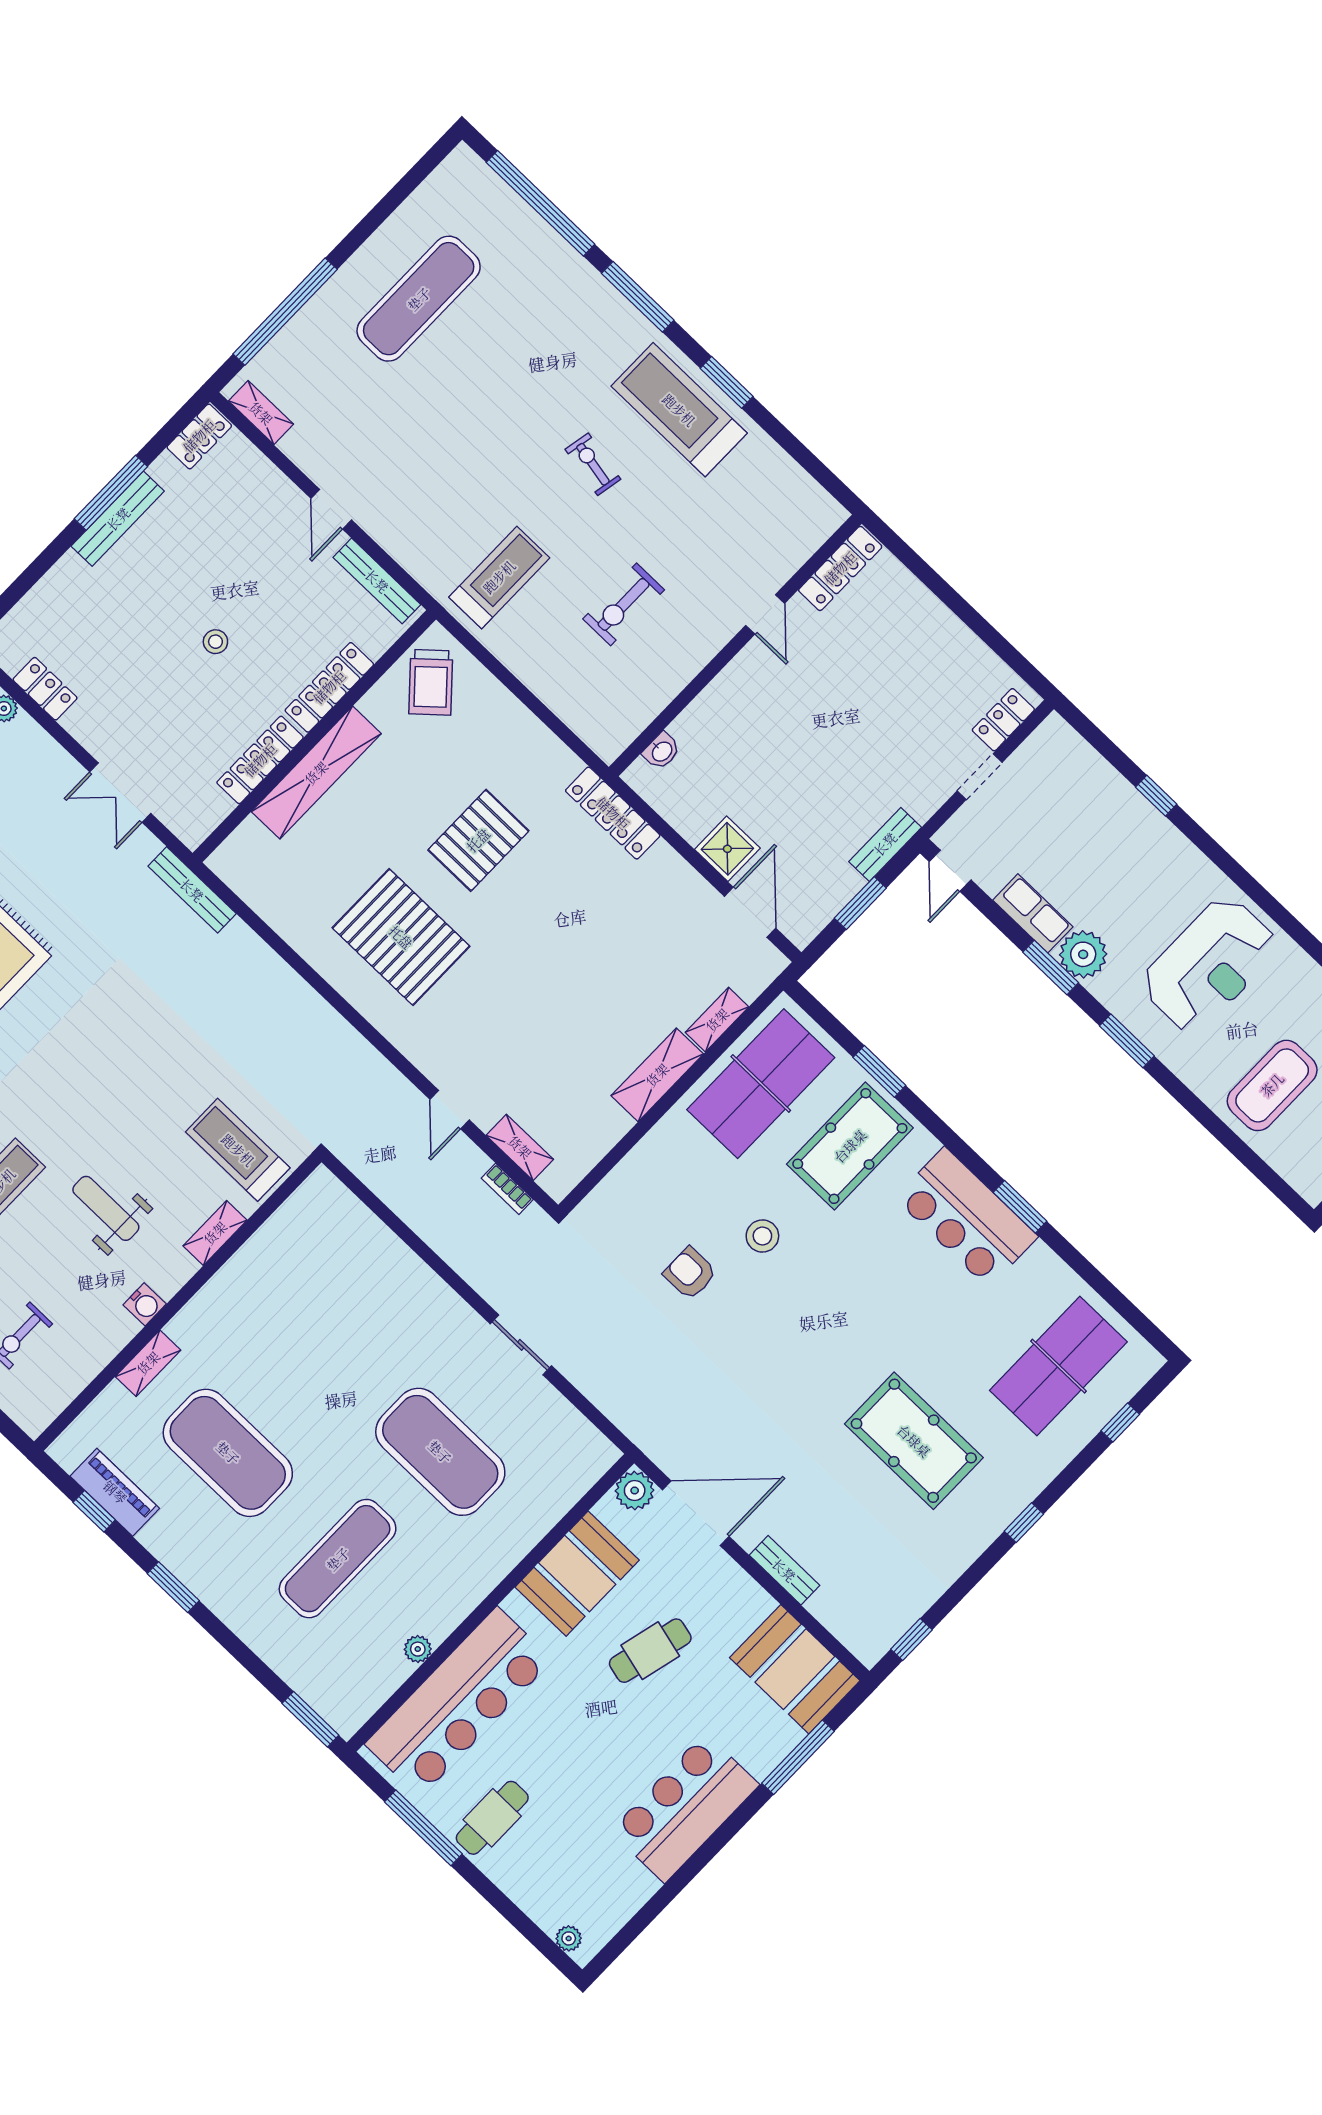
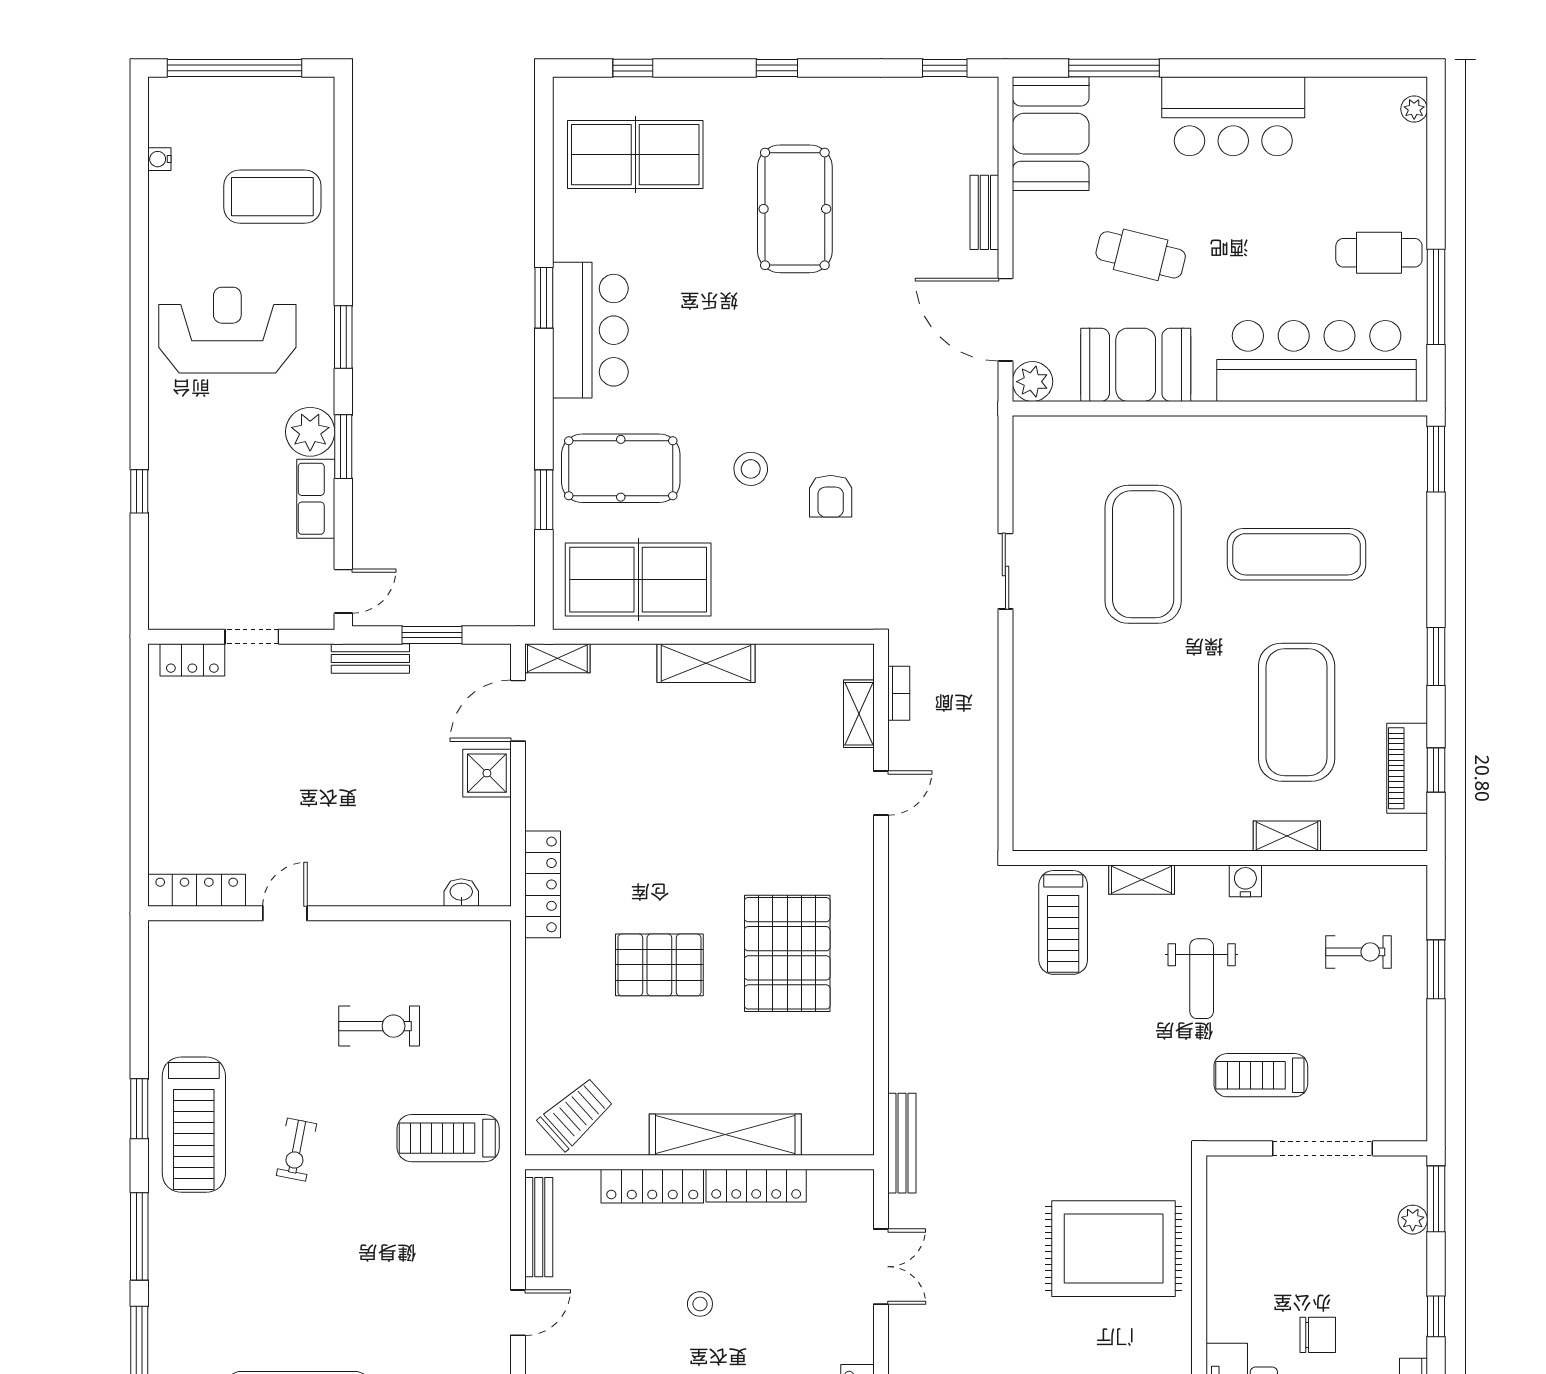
shelving: (717, 1020) -> (557, 658), moved
plant: (418, 1649) -> (1306, 429), removed

